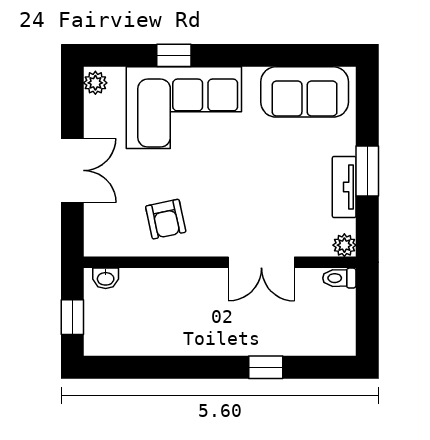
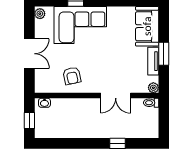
sofa: (305, 92) -> (147, 26), moved, turned 90

